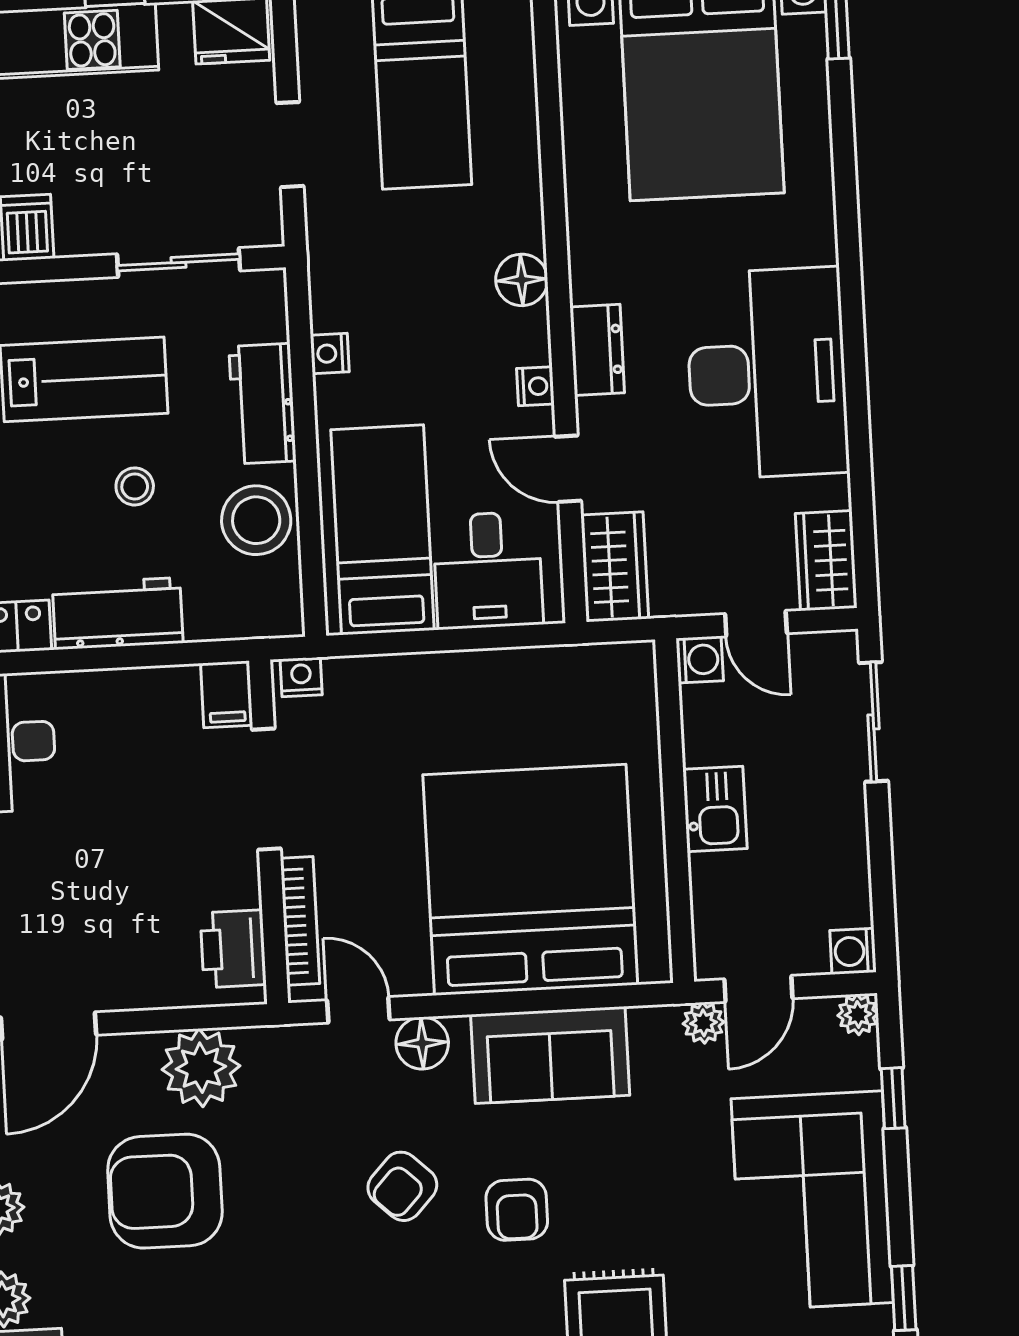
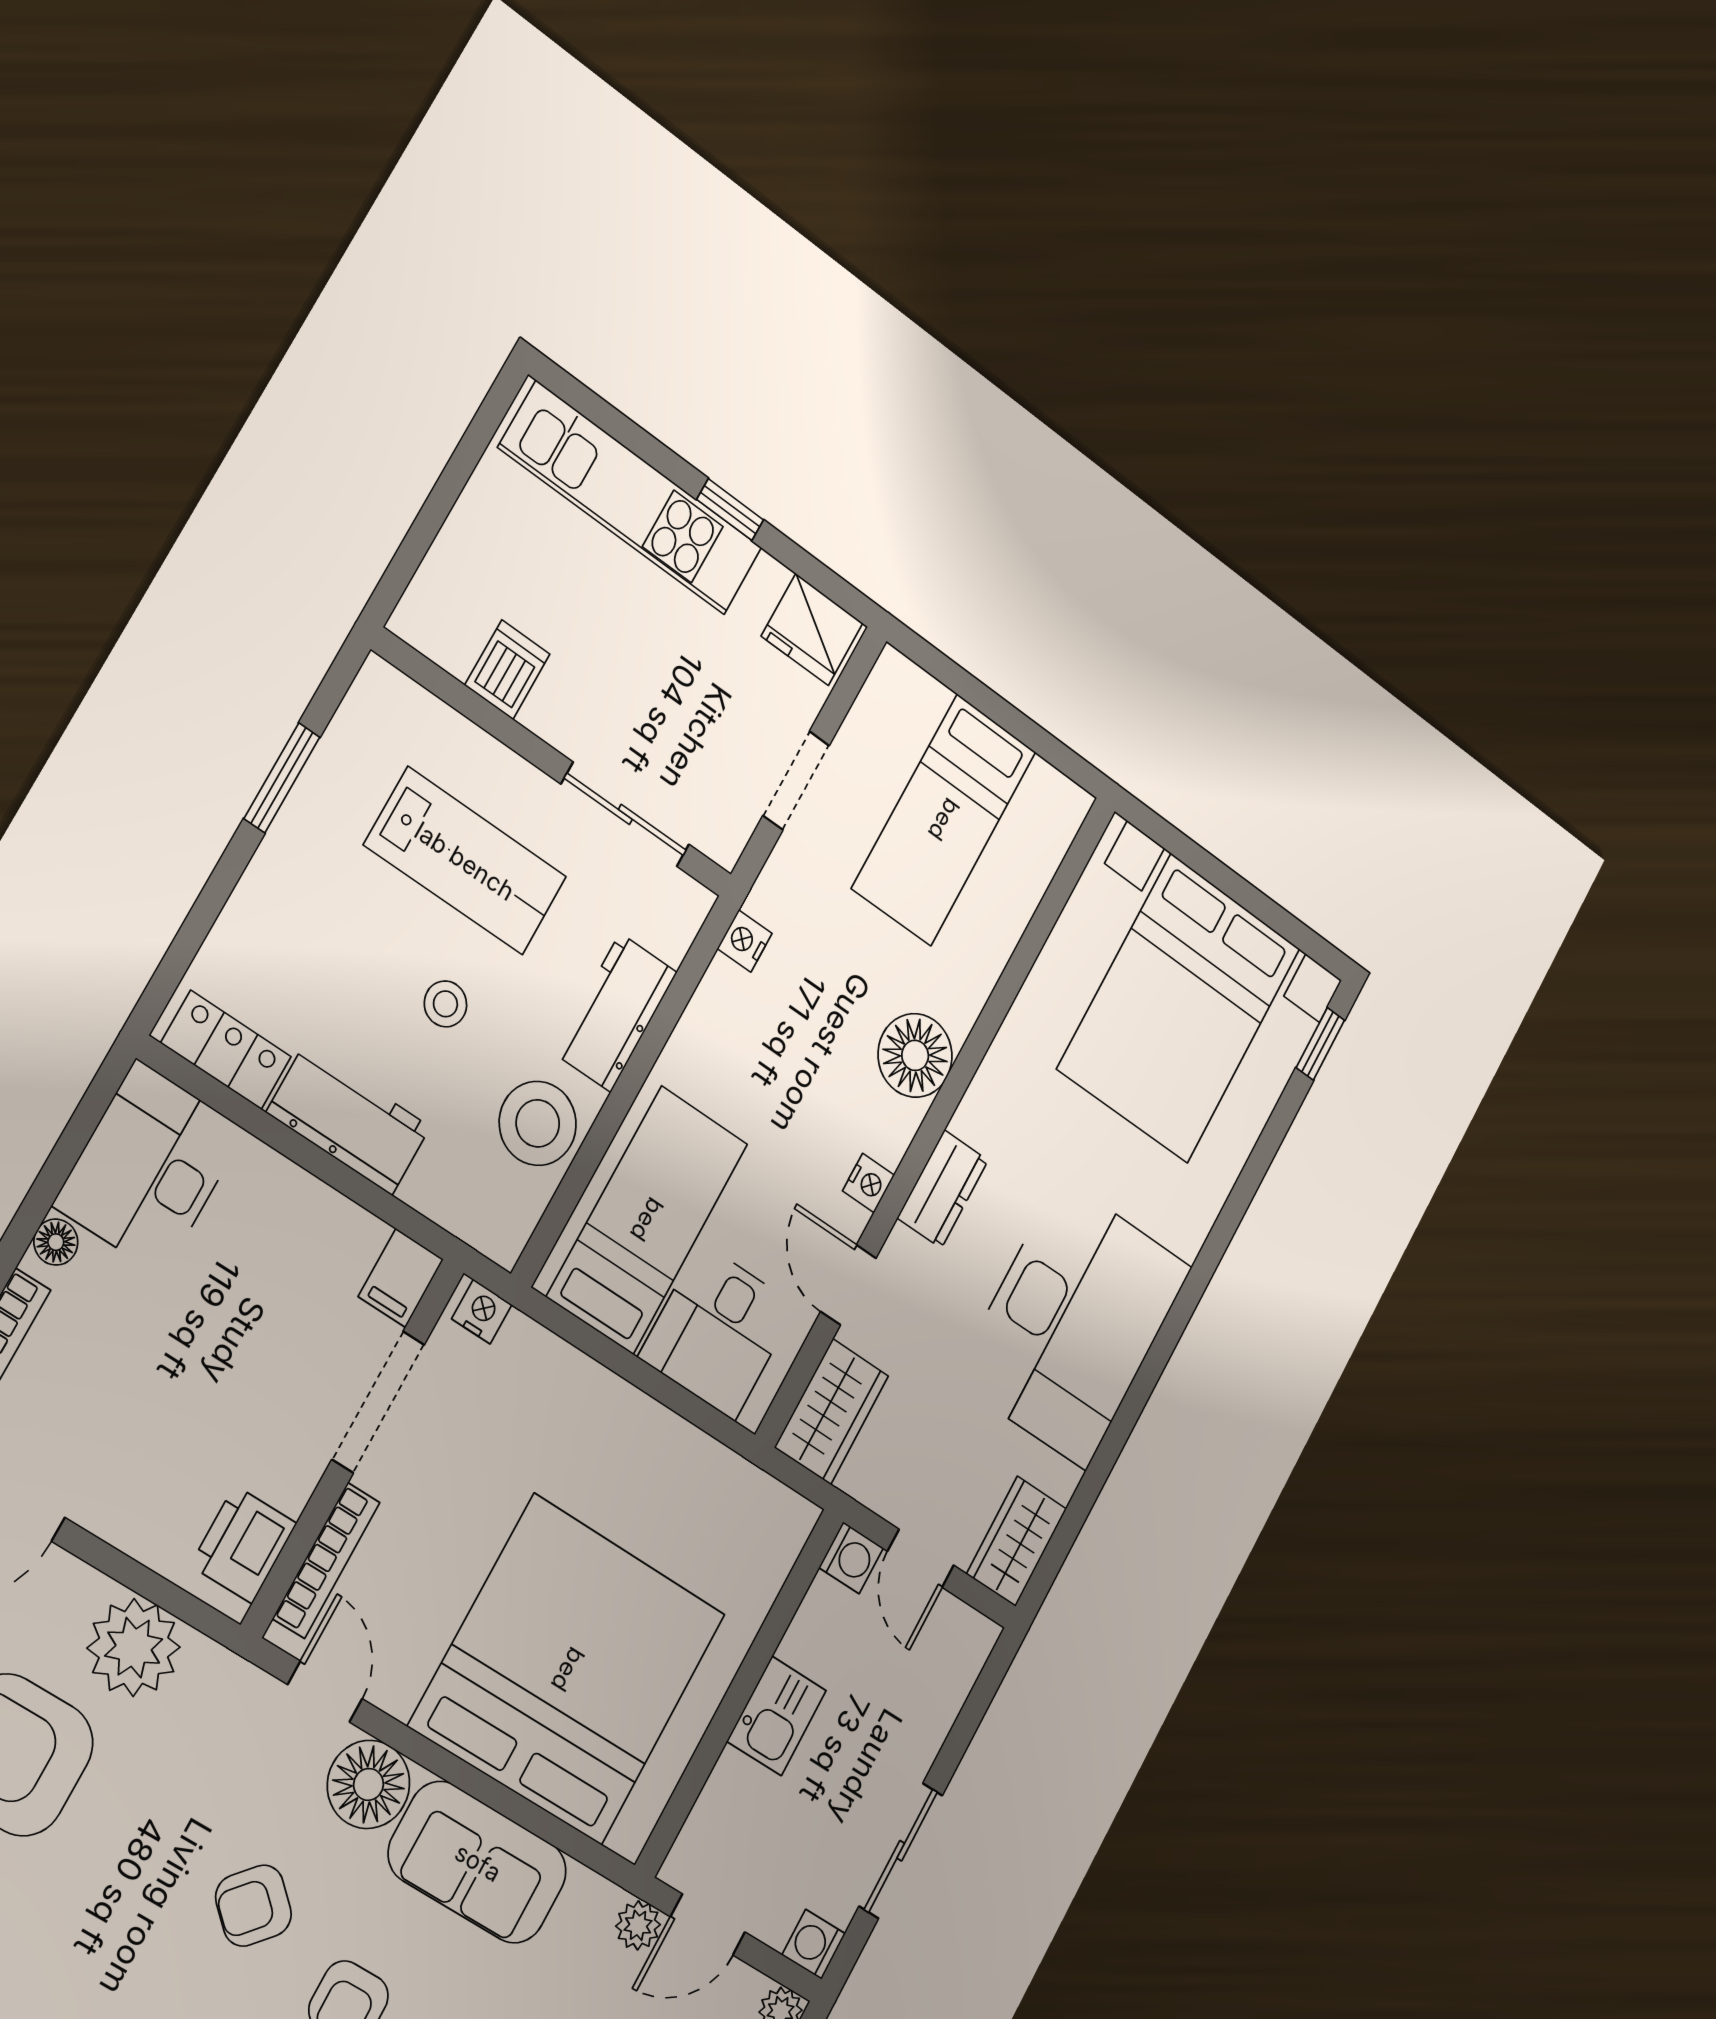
floor lamp: (522, 280) -> (915, 1055), width x1.38, depth x1.38
nightstand: (330, 353) -> (745, 941), moved
sliding door: (873, 722) -> (901, 1851), moved
floor lamp: (422, 1043) -> (369, 1784), width x1.38, depth x1.38

